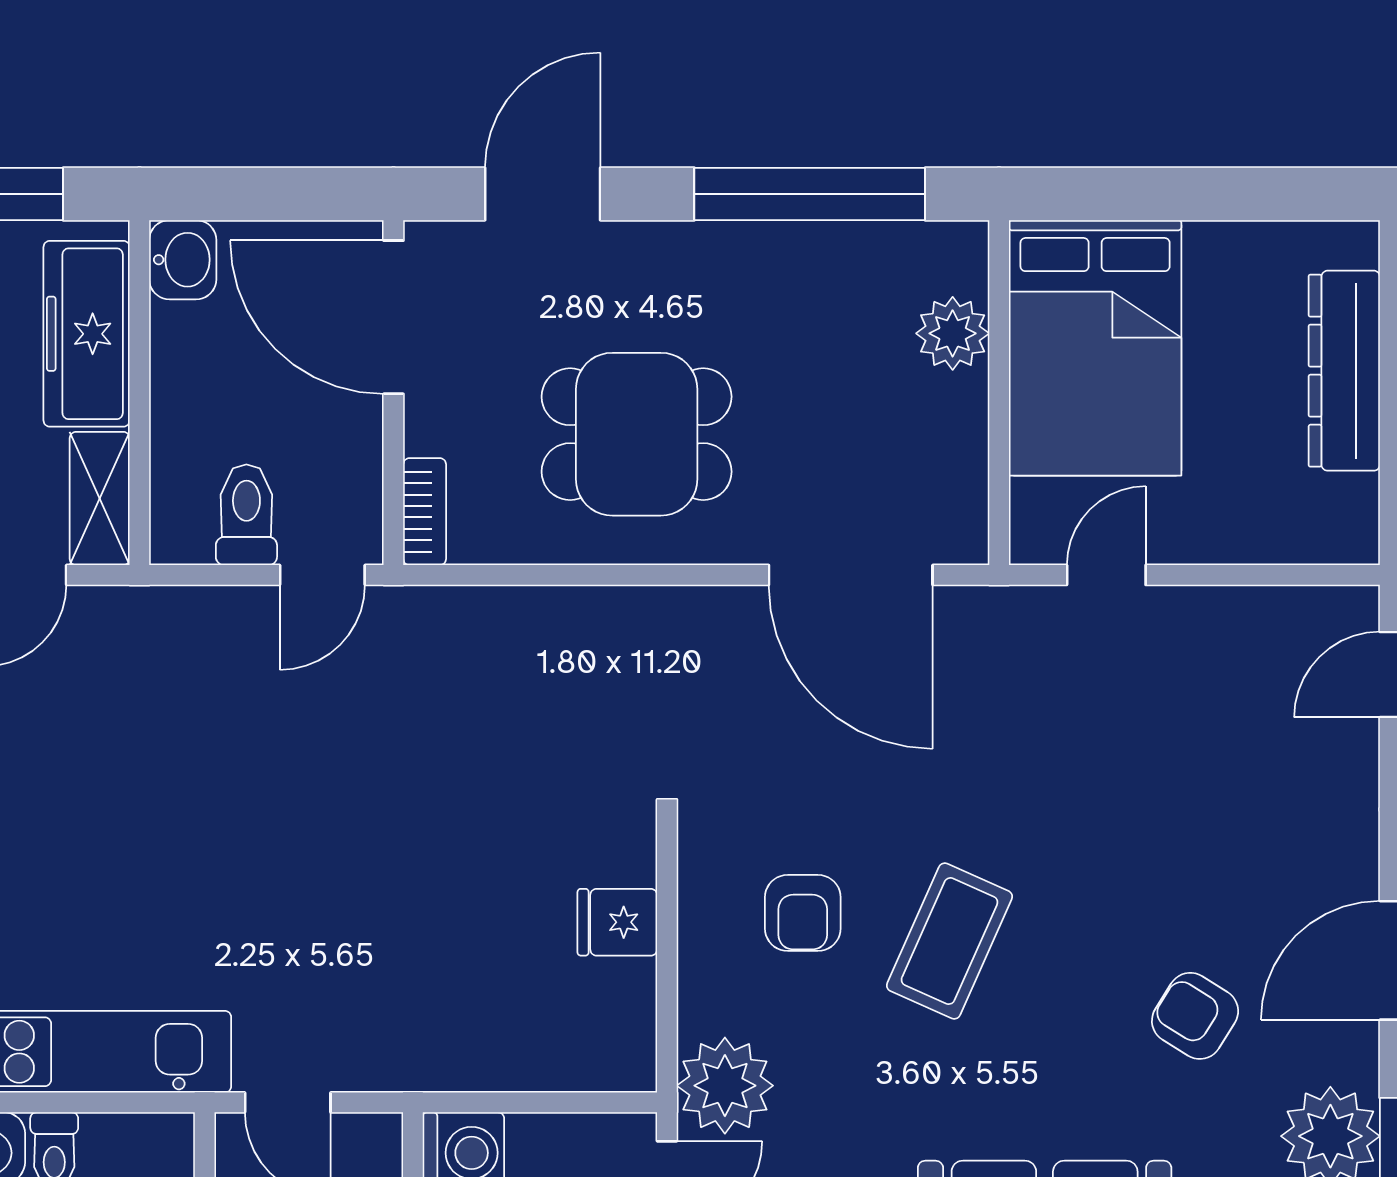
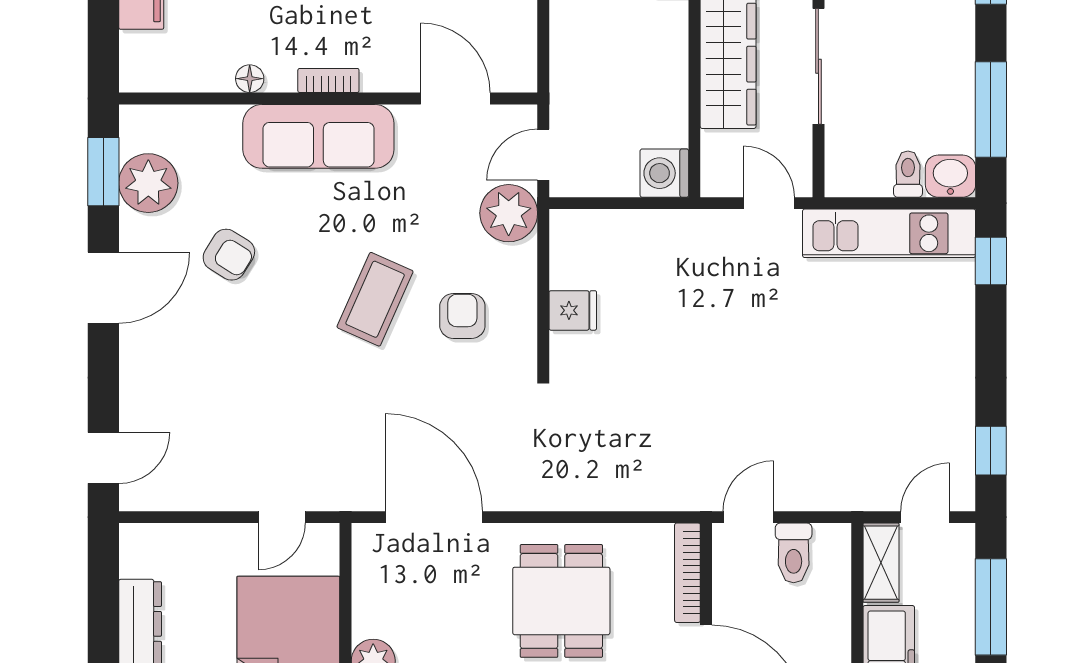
dining table: (637, 434) -> (561, 601), turned 90
bookcase: (425, 512) -> (687, 573), width x1.56

